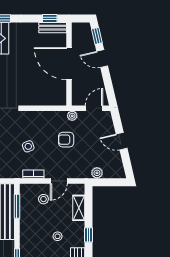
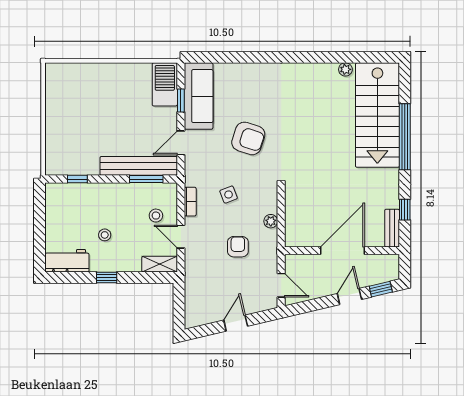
window: (50, 19) -> (405, 210), moved
plant: (72, 116) -> (271, 221), moved
plant: (97, 173) -> (192, 289), removed
shelving: (79, 208) -> (160, 264), moved

